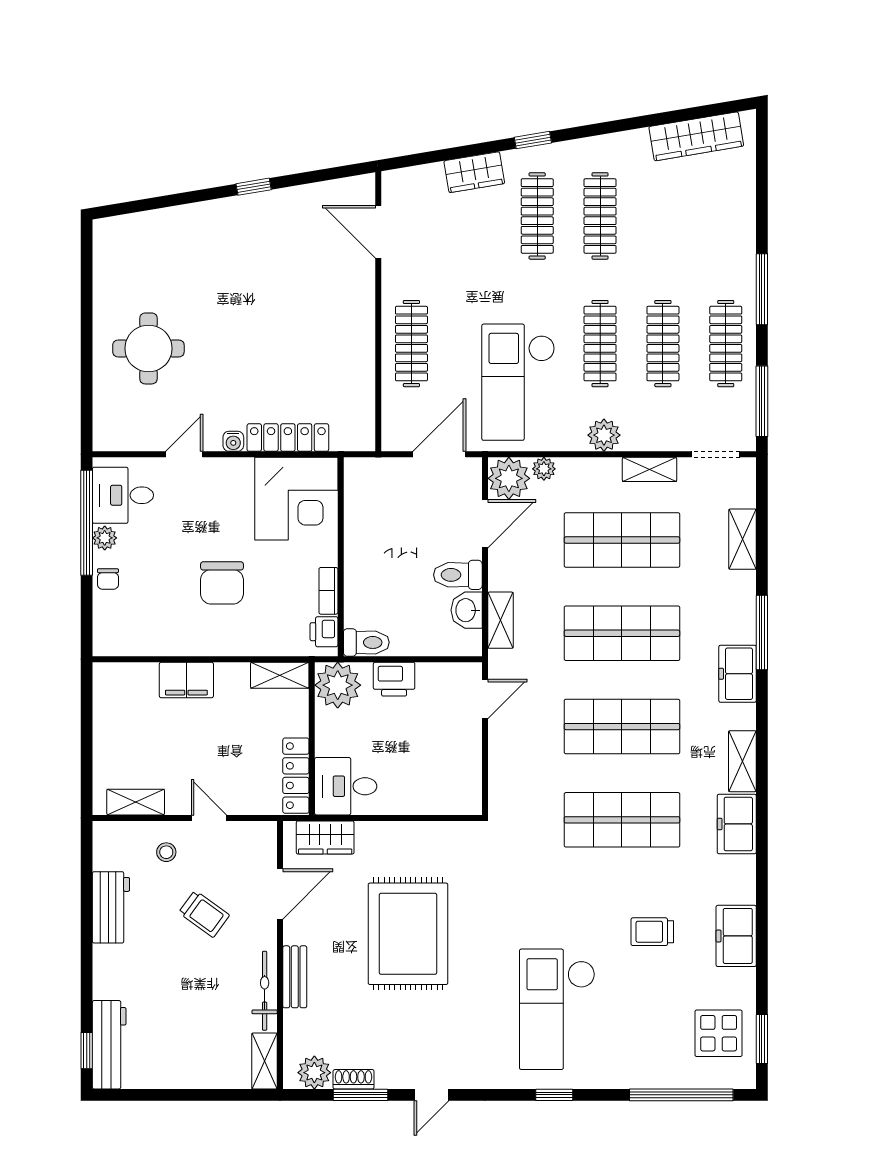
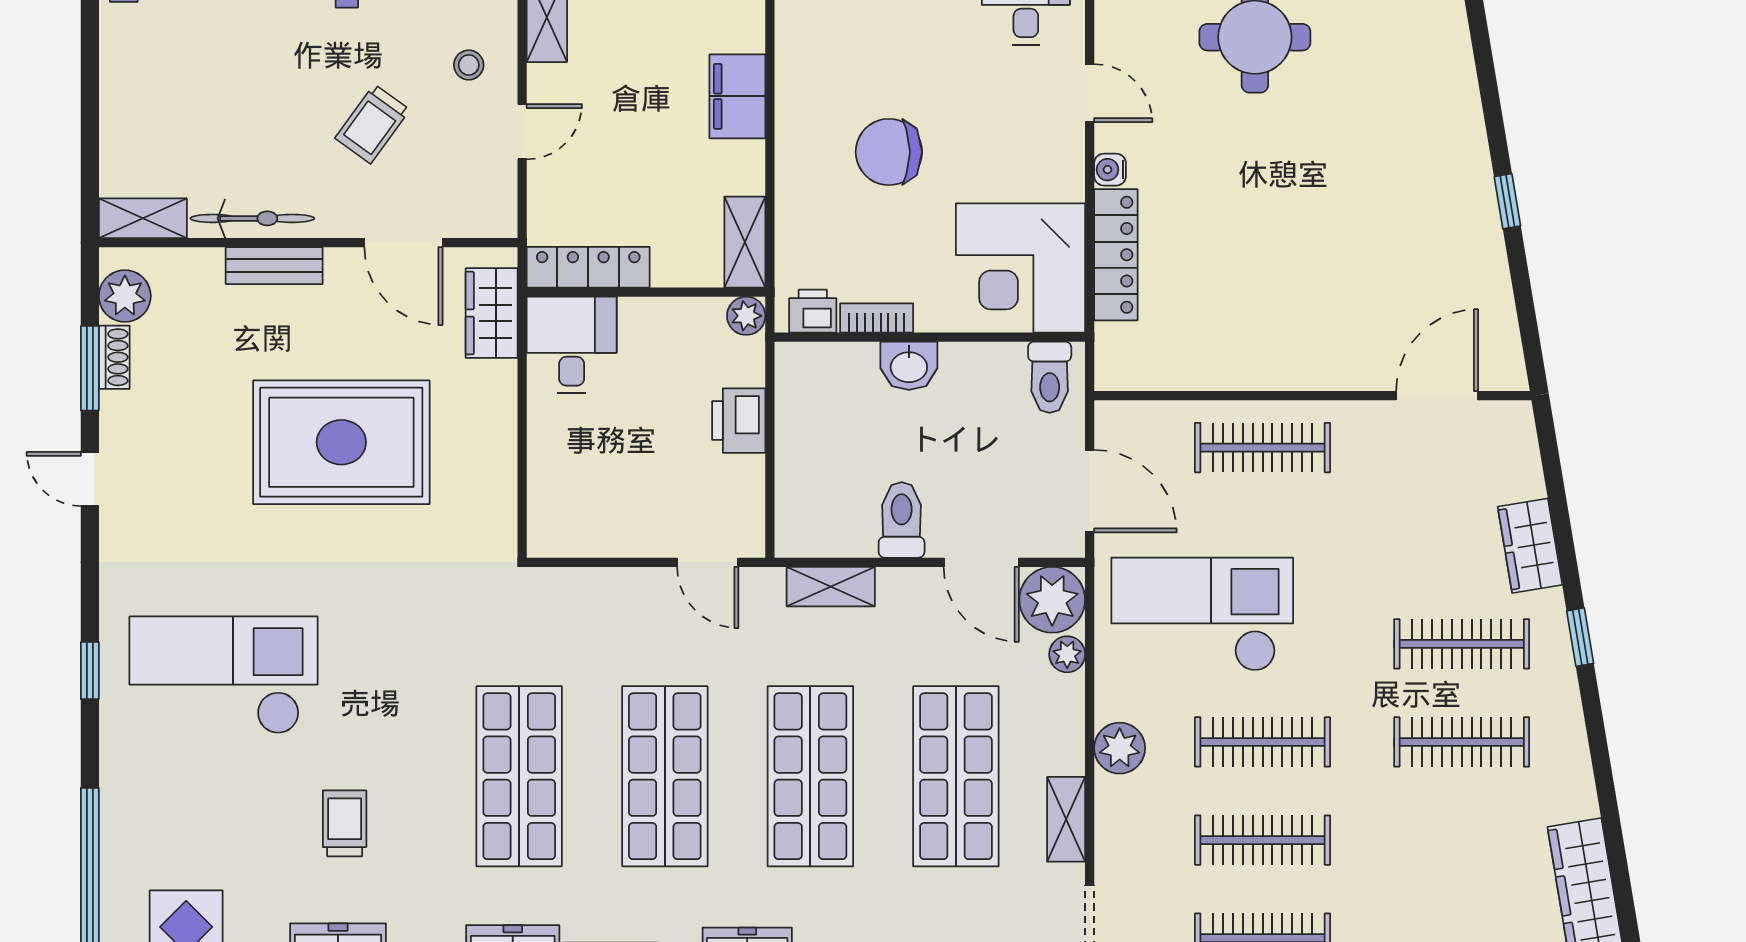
washbasin: (467, 610) -> (909, 366), moved, turned 180
toilet: (366, 642) -> (1050, 377), moved
plant: (338, 685) -> (746, 316), width x0.53, depth x0.53

